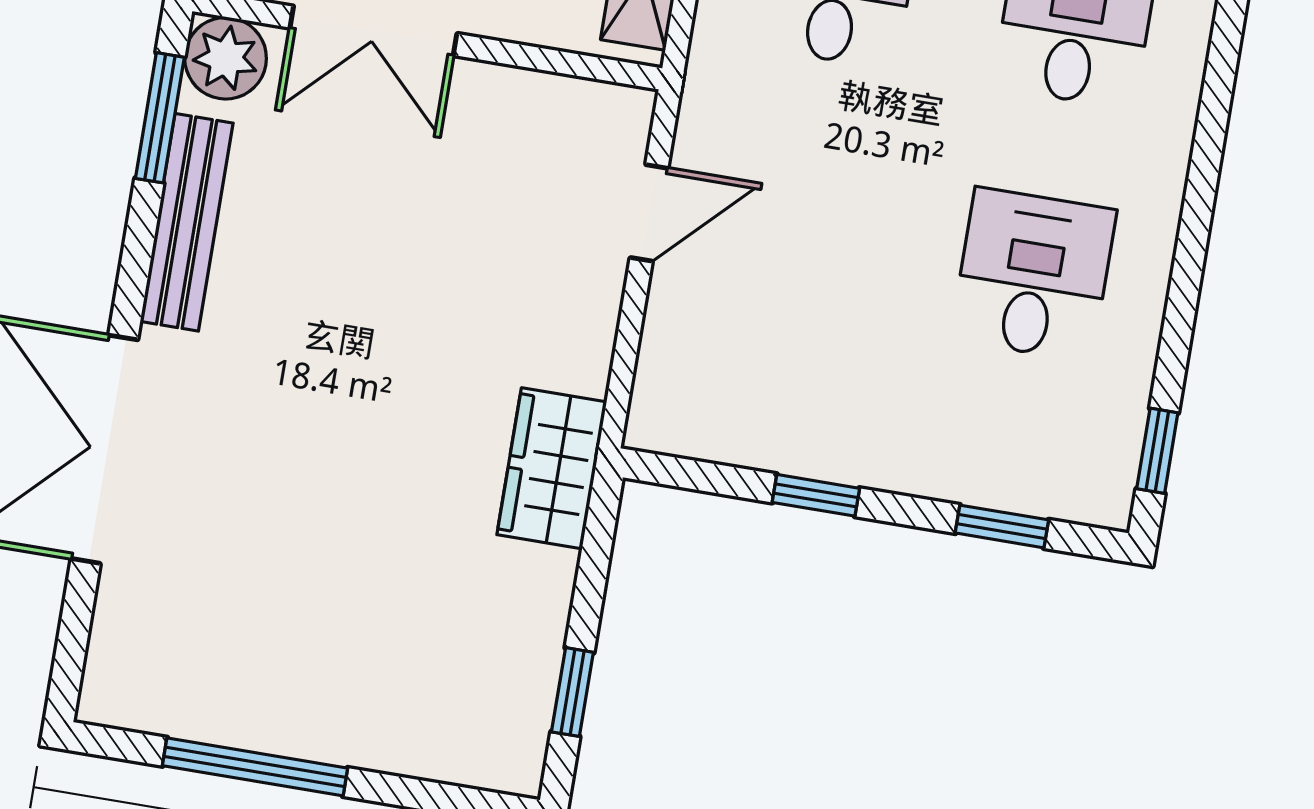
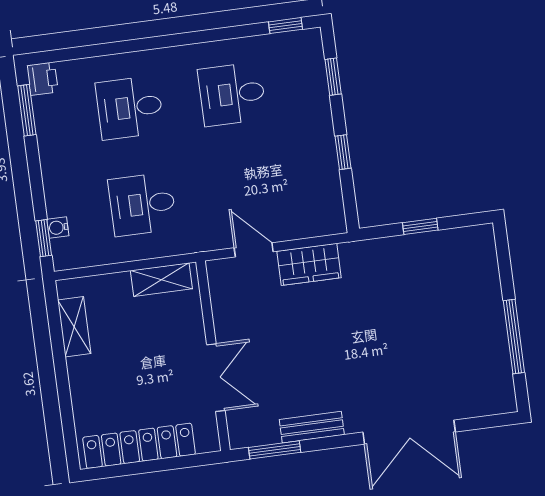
plant: (226, 58) -> (244, 431), removed
bench: (187, 222) -> (312, 427), width x0.73
wardrobe: (552, 468) -> (309, 264), moved
window: (572, 692) -> (420, 226), moved

